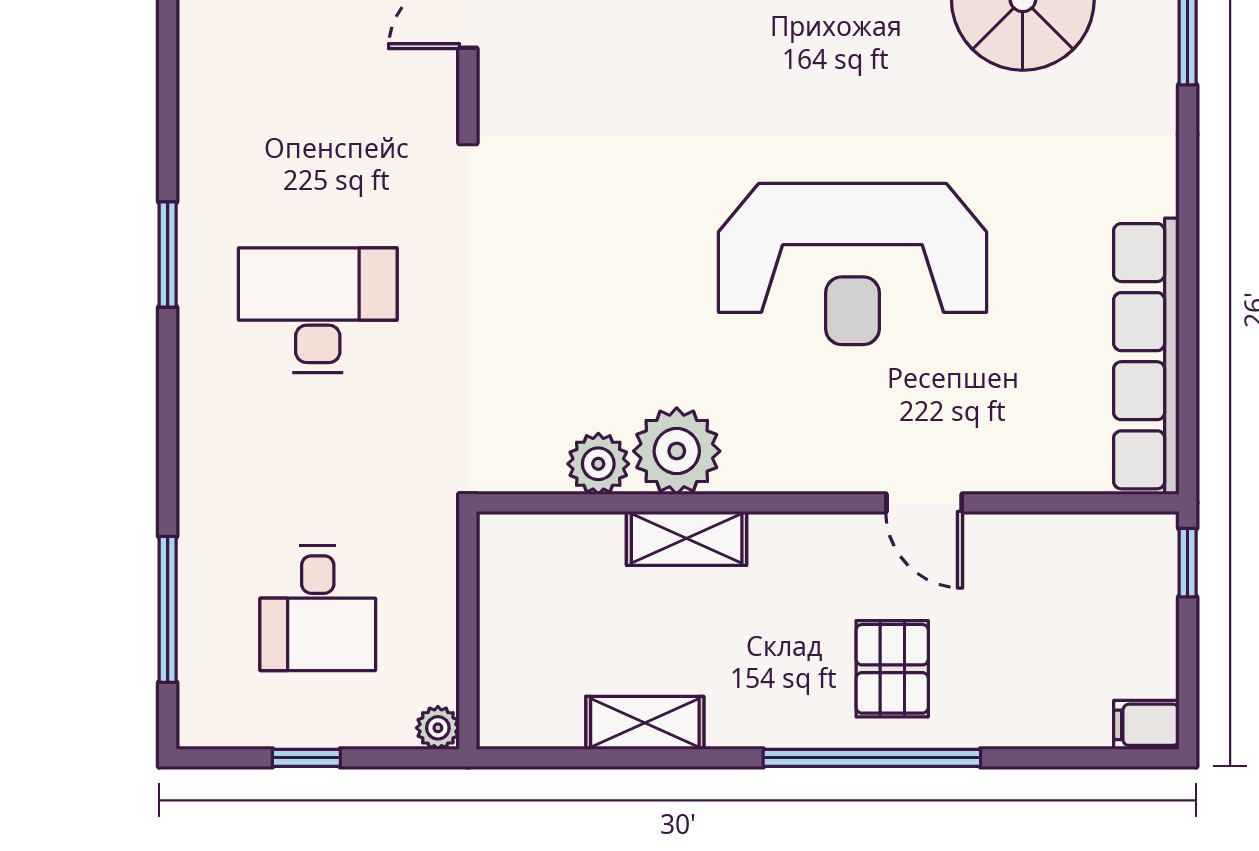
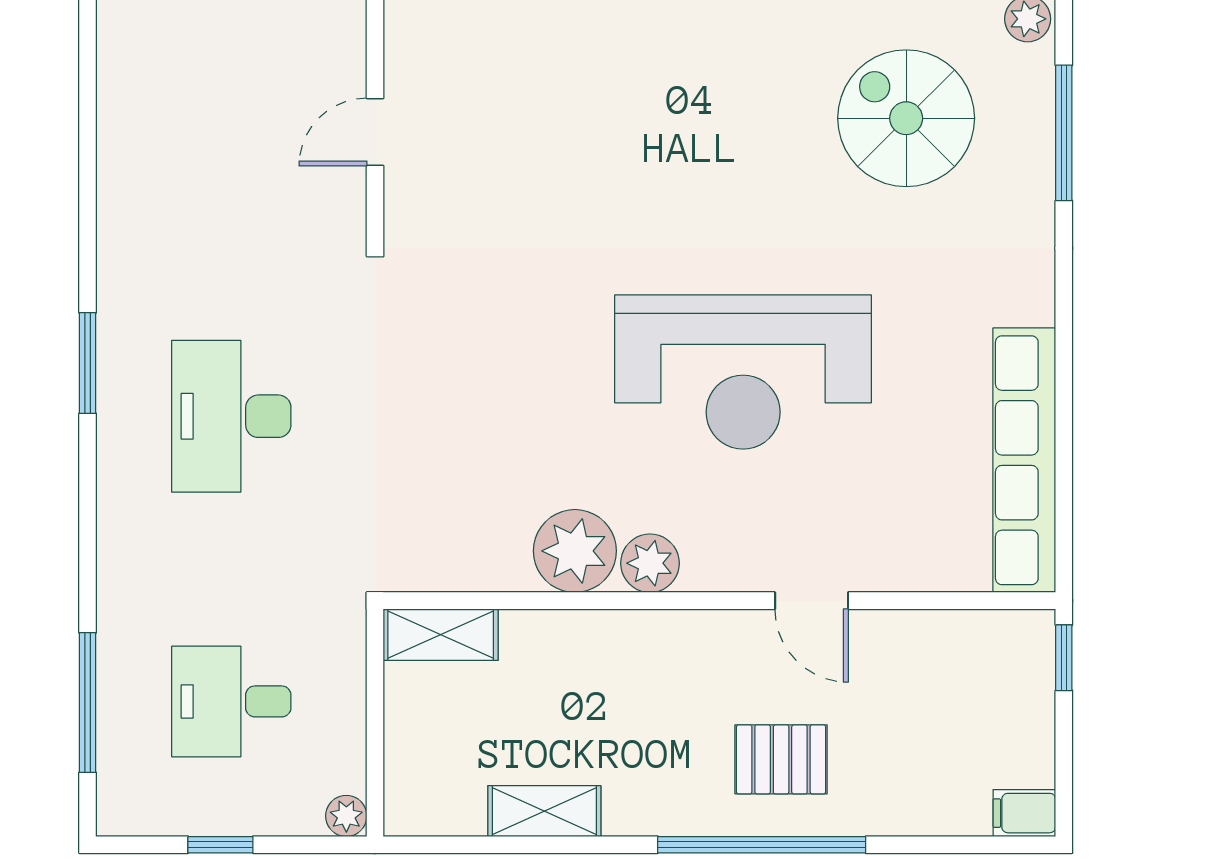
desk: (318, 310) -> (231, 416), turned -90
plant: (598, 464) -> (650, 563), moved
shelving: (687, 538) -> (441, 635), moved
desk: (318, 608) -> (231, 701), turned 90
pallet: (892, 669) -> (781, 759), turned 90

